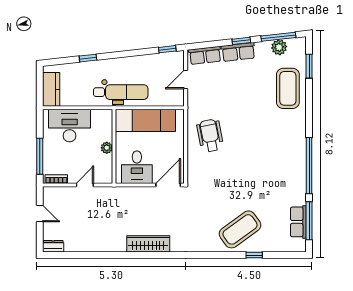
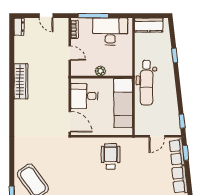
window: (241, 41) -> (186, 153), moved
door: (186, 79) -> (157, 136), swing flipped
desk: (70, 126) -> (110, 32), moved, turned -90
wheelchair: (210, 136) -> (111, 156), turned -79
door: (40, 213) -> (46, 16), hinge flipped
wardrobe: (148, 244) -> (21, 81), moved

